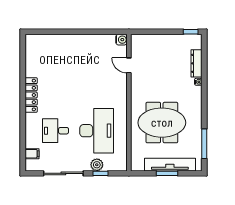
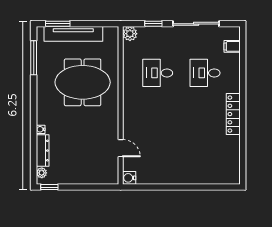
plant: (197, 44) -> (42, 173), added
desk: (56, 131) -> (205, 73), turned 180
desk: (97, 131) -> (158, 73), width x0.53, depth x0.77
plant: (97, 165) -> (130, 34), moved
window: (167, 173) -> (58, 24), moved

